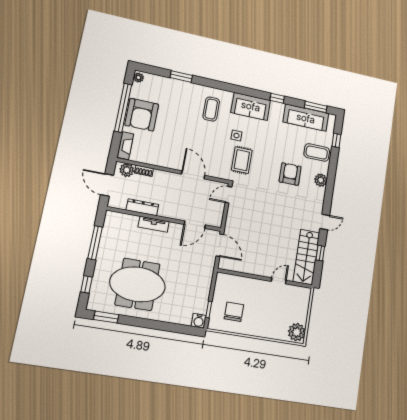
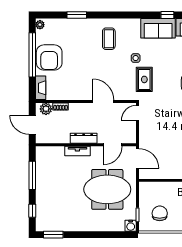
sofa: (251, 106) -> (158, 28), moved
dresser: (142, 207) -> (84, 138), moved
meeting table: (138, 284) -> (107, 189), moved

